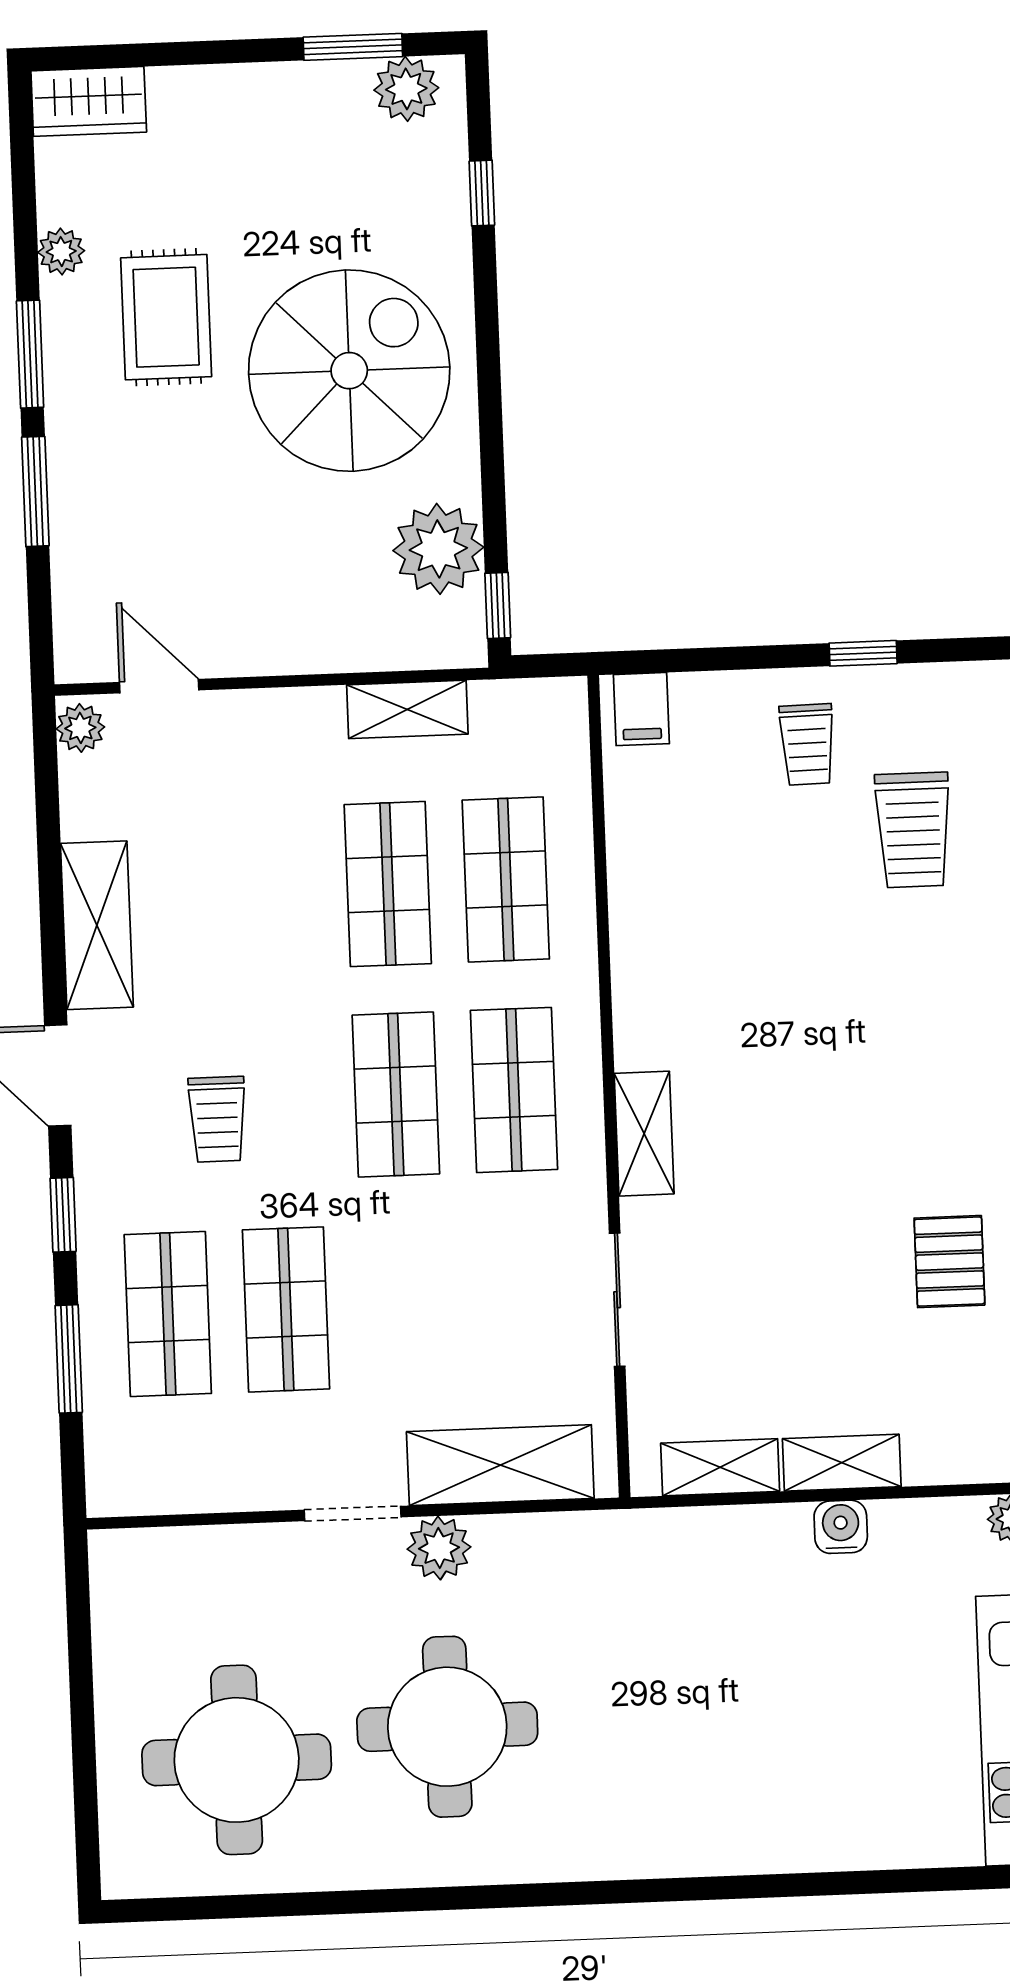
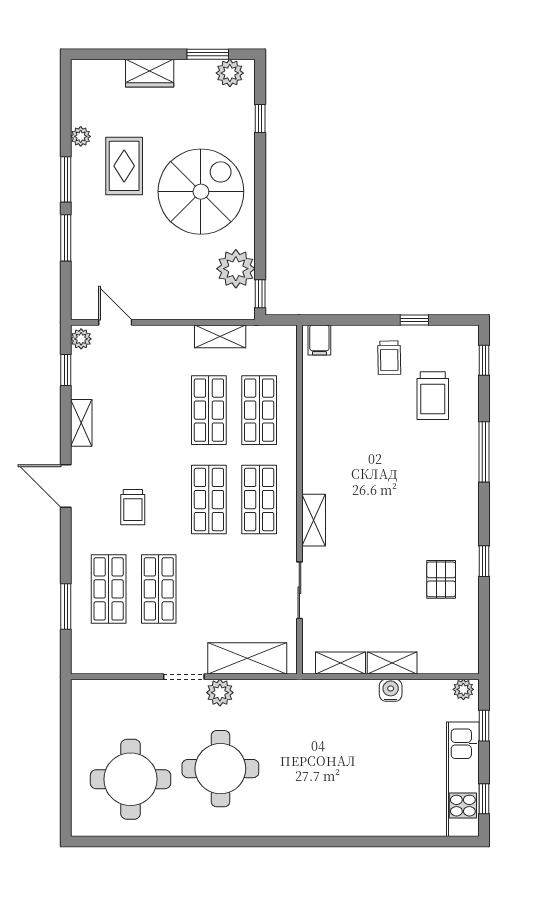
wardrobe: (89, 101) -> (150, 73), moved
shelving: (97, 925) -> (81, 423), width x0.67, depth x0.75
window: (63, 1215) -> (66, 370), moved

